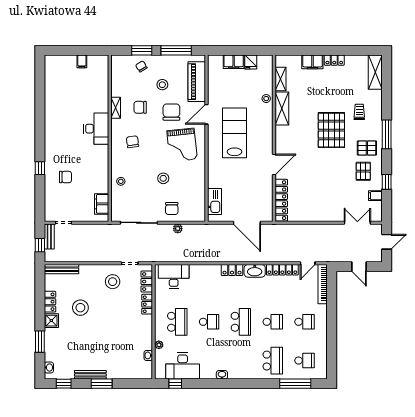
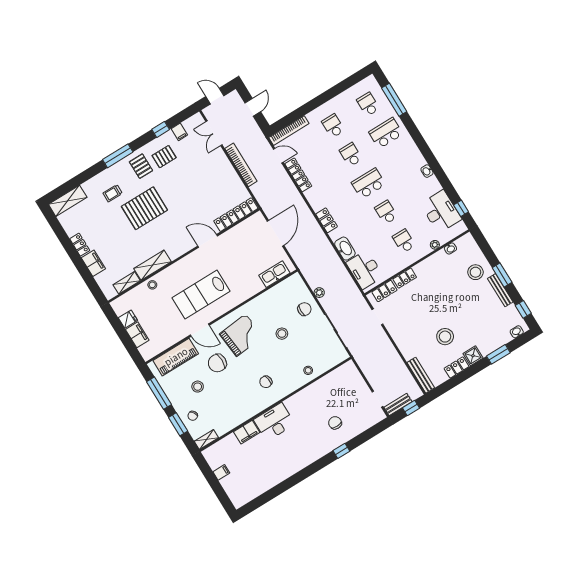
chair: (140, 107) -> (230, 394), removed
shelving: (116, 108) -> (206, 440), moved
filing cabinet: (102, 204) -> (247, 432), moved
bookcase: (319, 229) -> (241, 165), added
washbasin: (255, 271) -> (345, 249), moved
stool: (113, 282) -> (475, 272), moved
school desk: (177, 322) -> (404, 241), width x0.54

